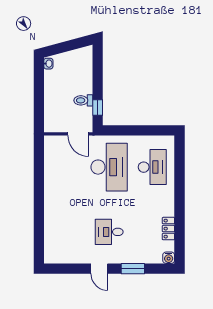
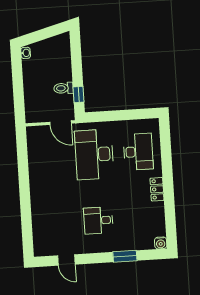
desk: (109, 167) -> (94, 154), turned 180
locker: (168, 229) -> (157, 189), moved
door: (99, 269) -> (66, 260), moved

